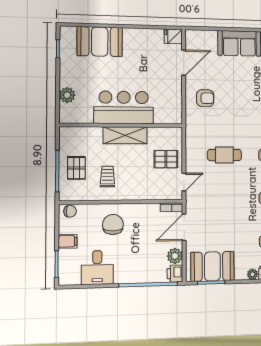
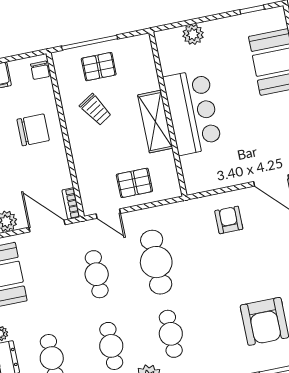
armchair: (205, 98) -> (229, 220), turned 180
cafe table: (224, 155) -> (156, 262), width x1.37, depth x1.35
pallet: (166, 159) -> (134, 183), turned 90
trolley: (107, 176) -> (95, 110), turned 58
cafe table: (225, 198) -> (97, 274), added

